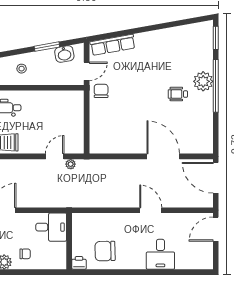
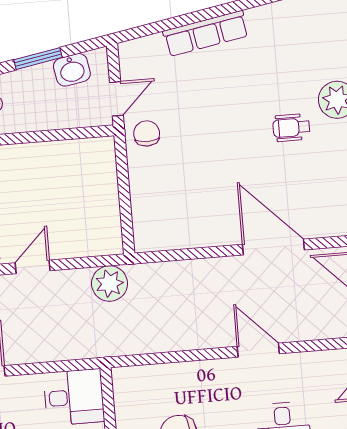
row of seats: (113, 45) -> (206, 33), moved
door: (55, 156) -> (33, 267), moved
plant: (71, 164) -> (110, 284), width x1.88, depth x1.88

